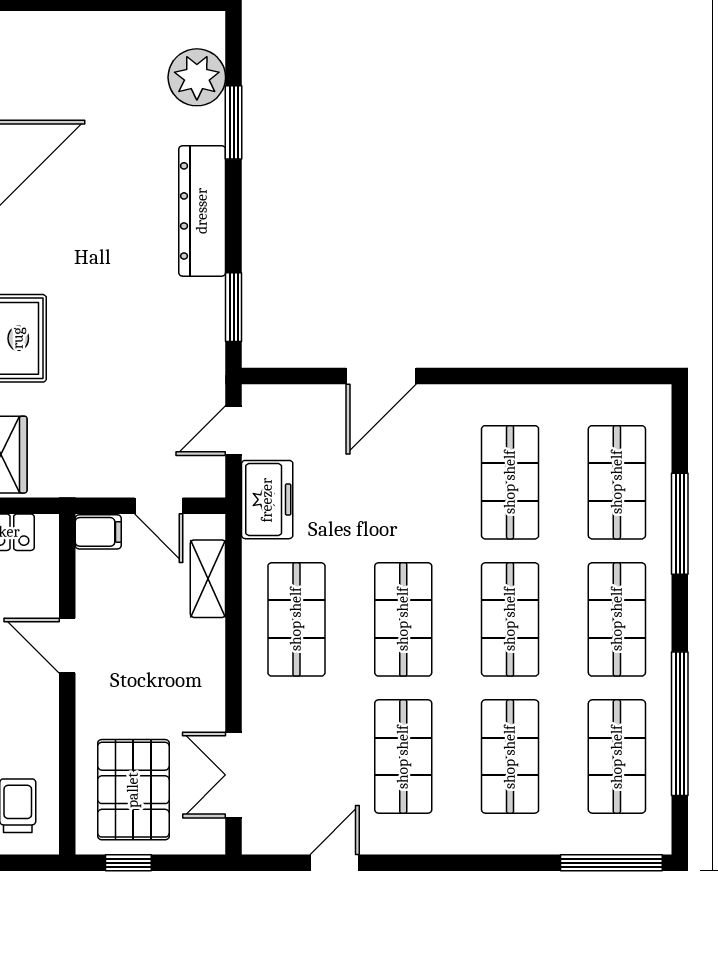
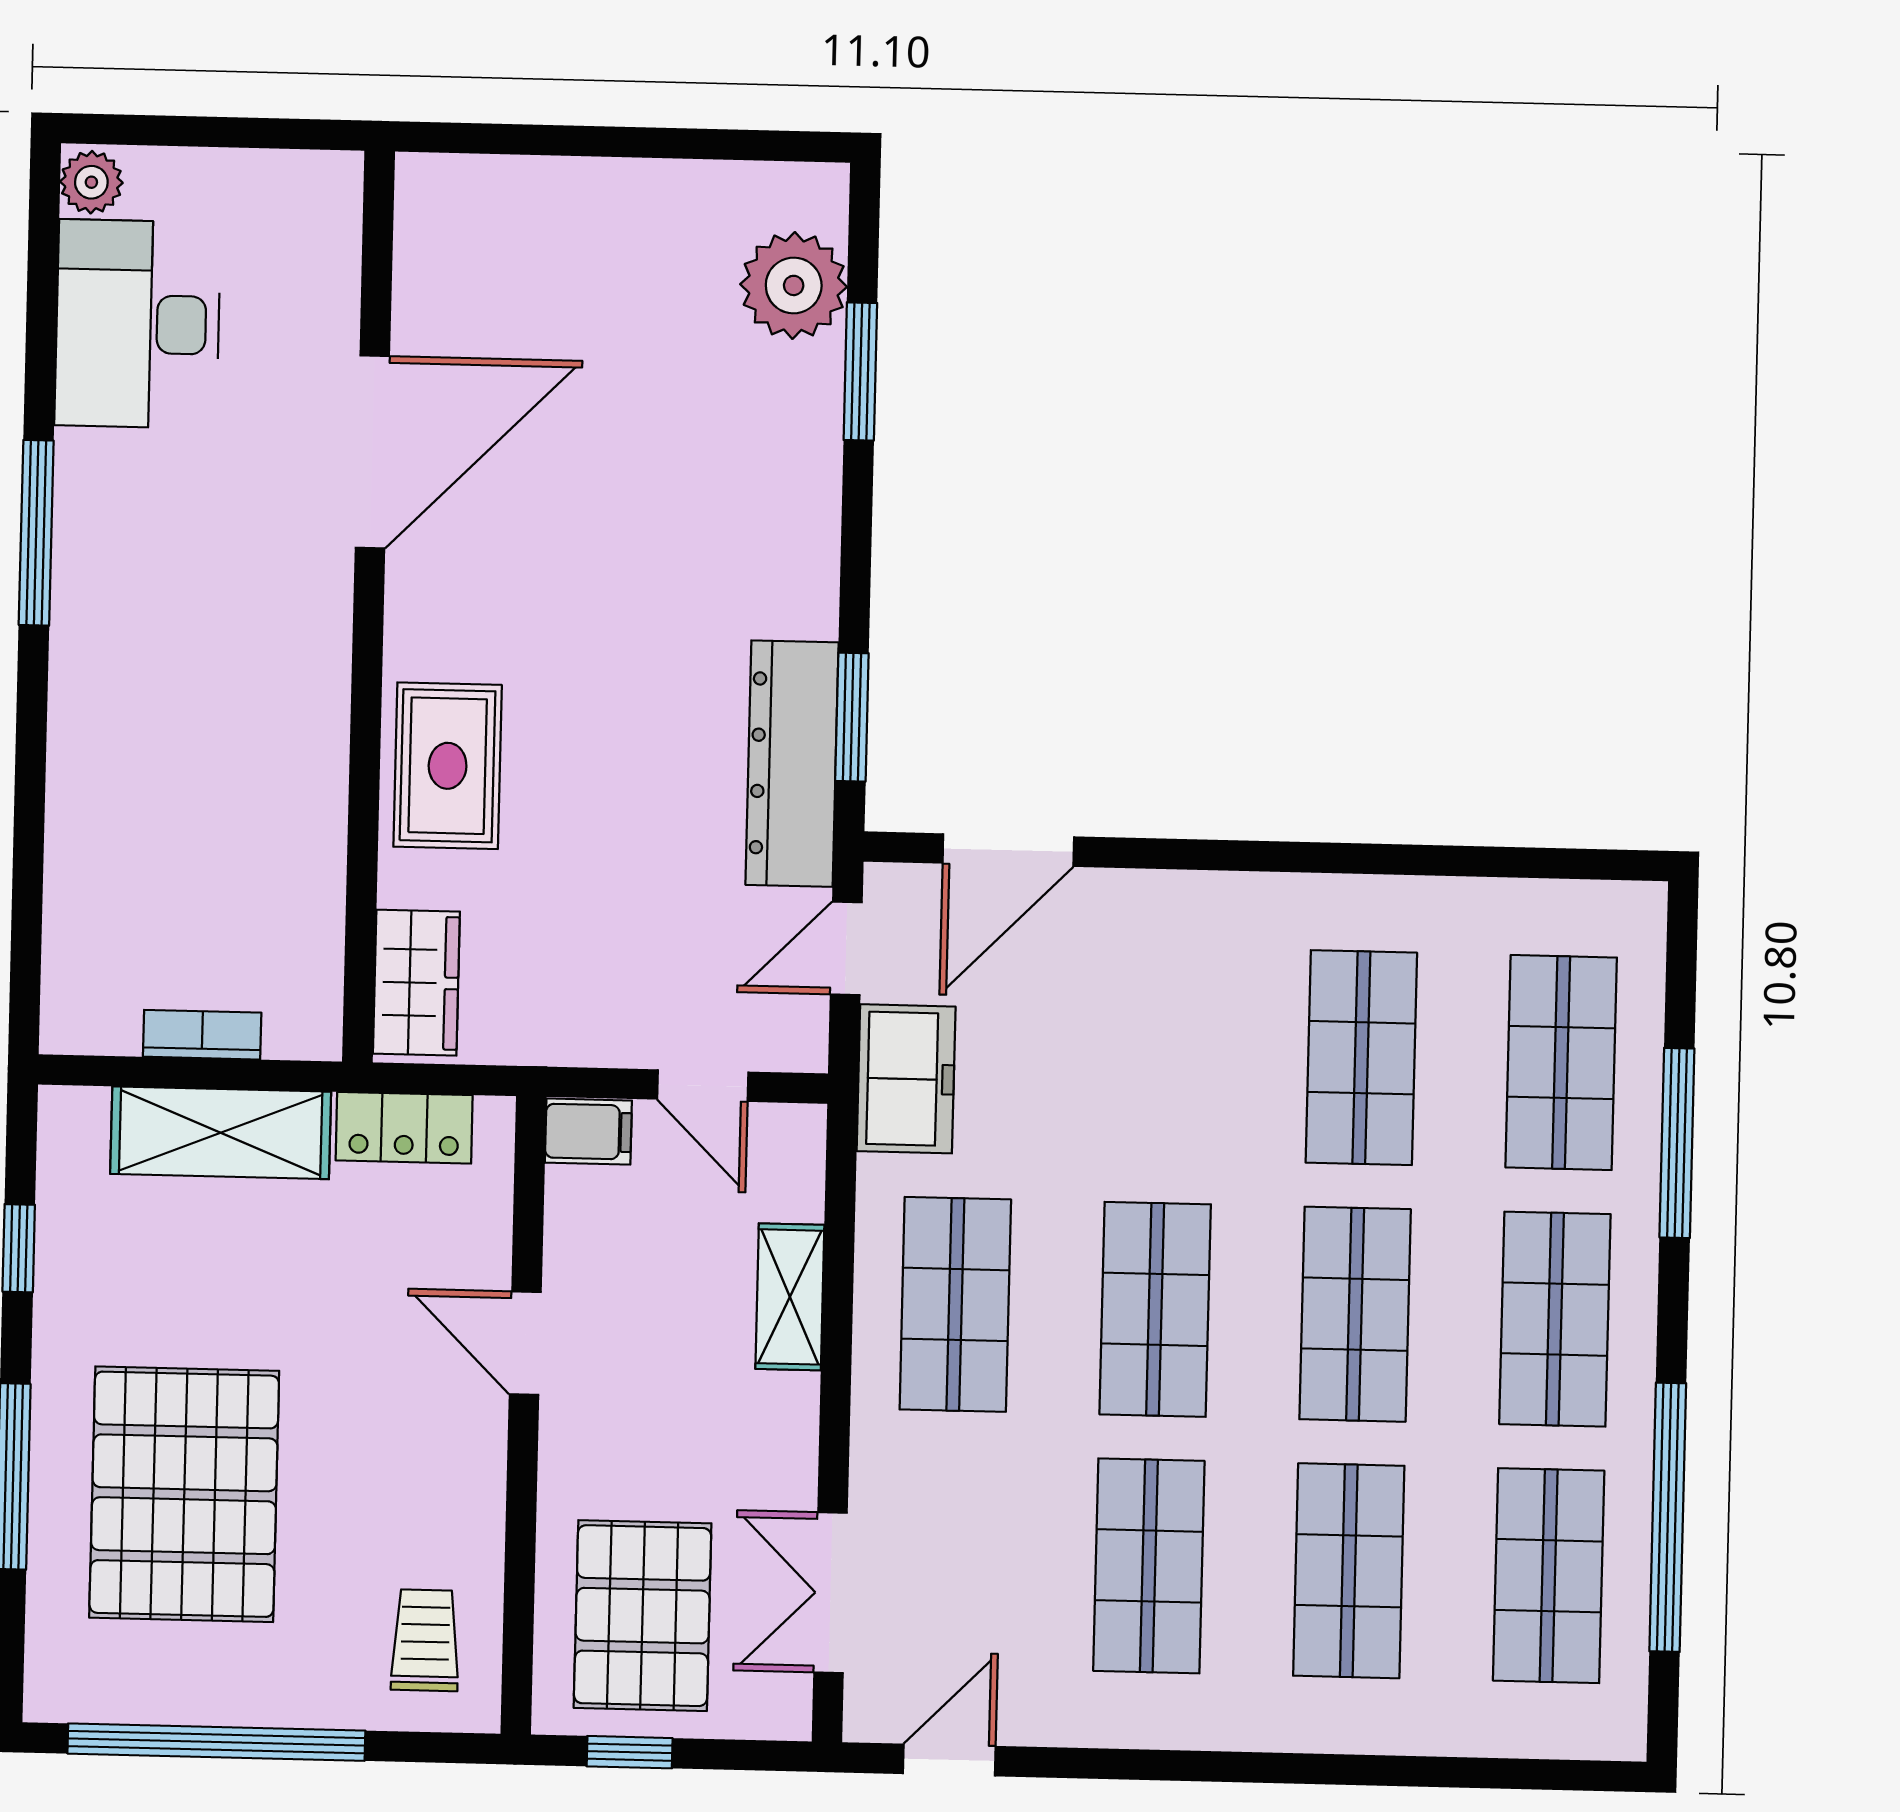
dresser: (202, 211) -> (792, 764), moved
door: (381, 376) -> (1008, 850), moved
shelving: (208, 579) -> (790, 1297), moved
door: (335, 863) -> (949, 1760), moved
window: (611, 863) -> (1534, 1774), removed

